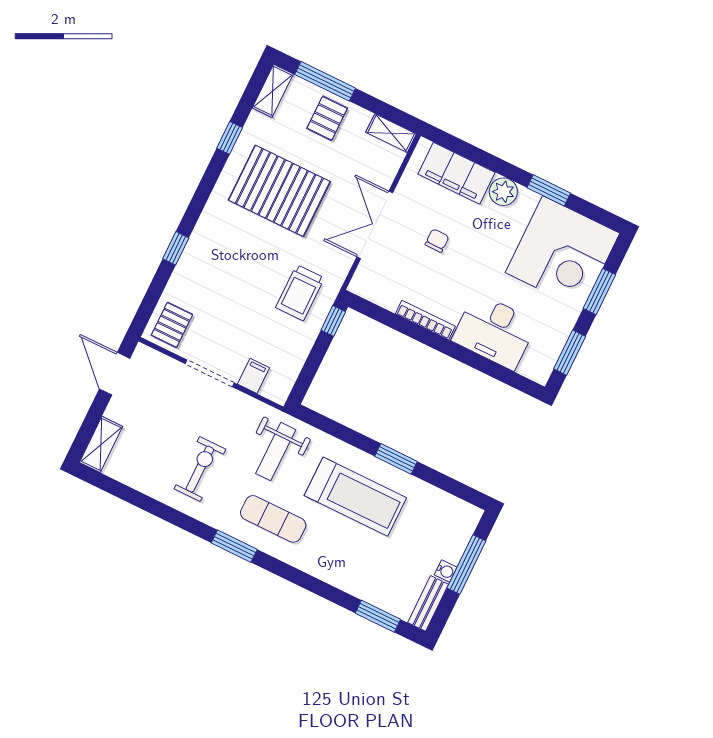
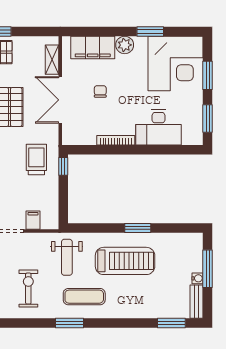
shelving: (391, 133) -> (52, 60), moved, turned 90
trolley: (300, 293) -> (36, 160), turned 180

